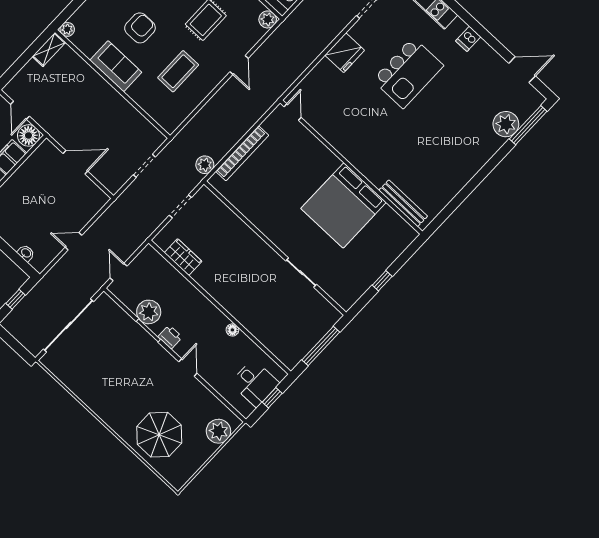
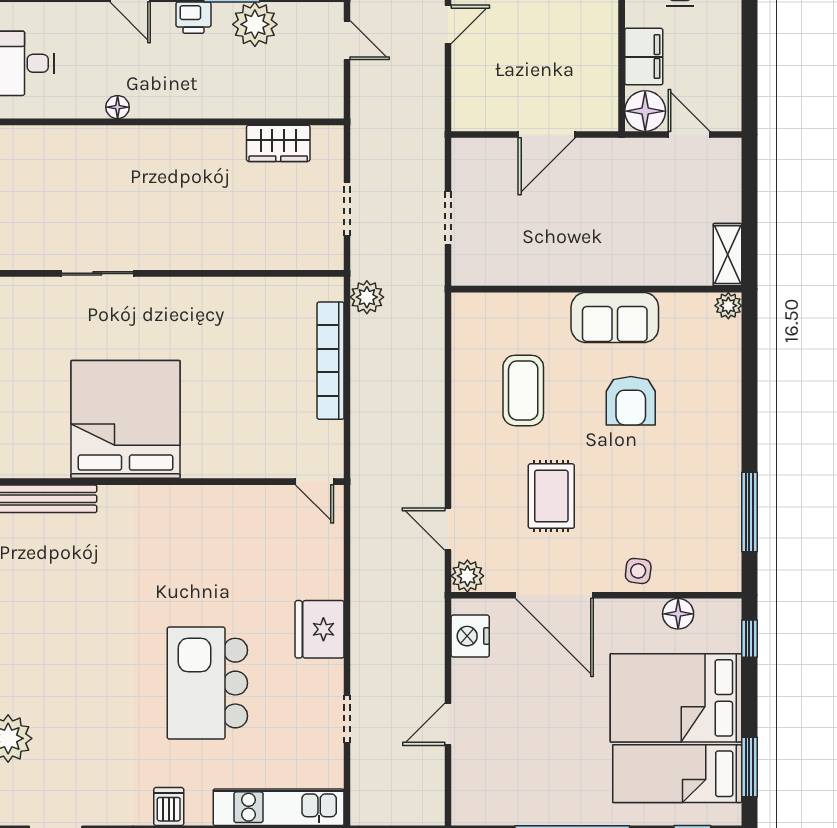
door: (239, 65) -> (448, 529), moved

